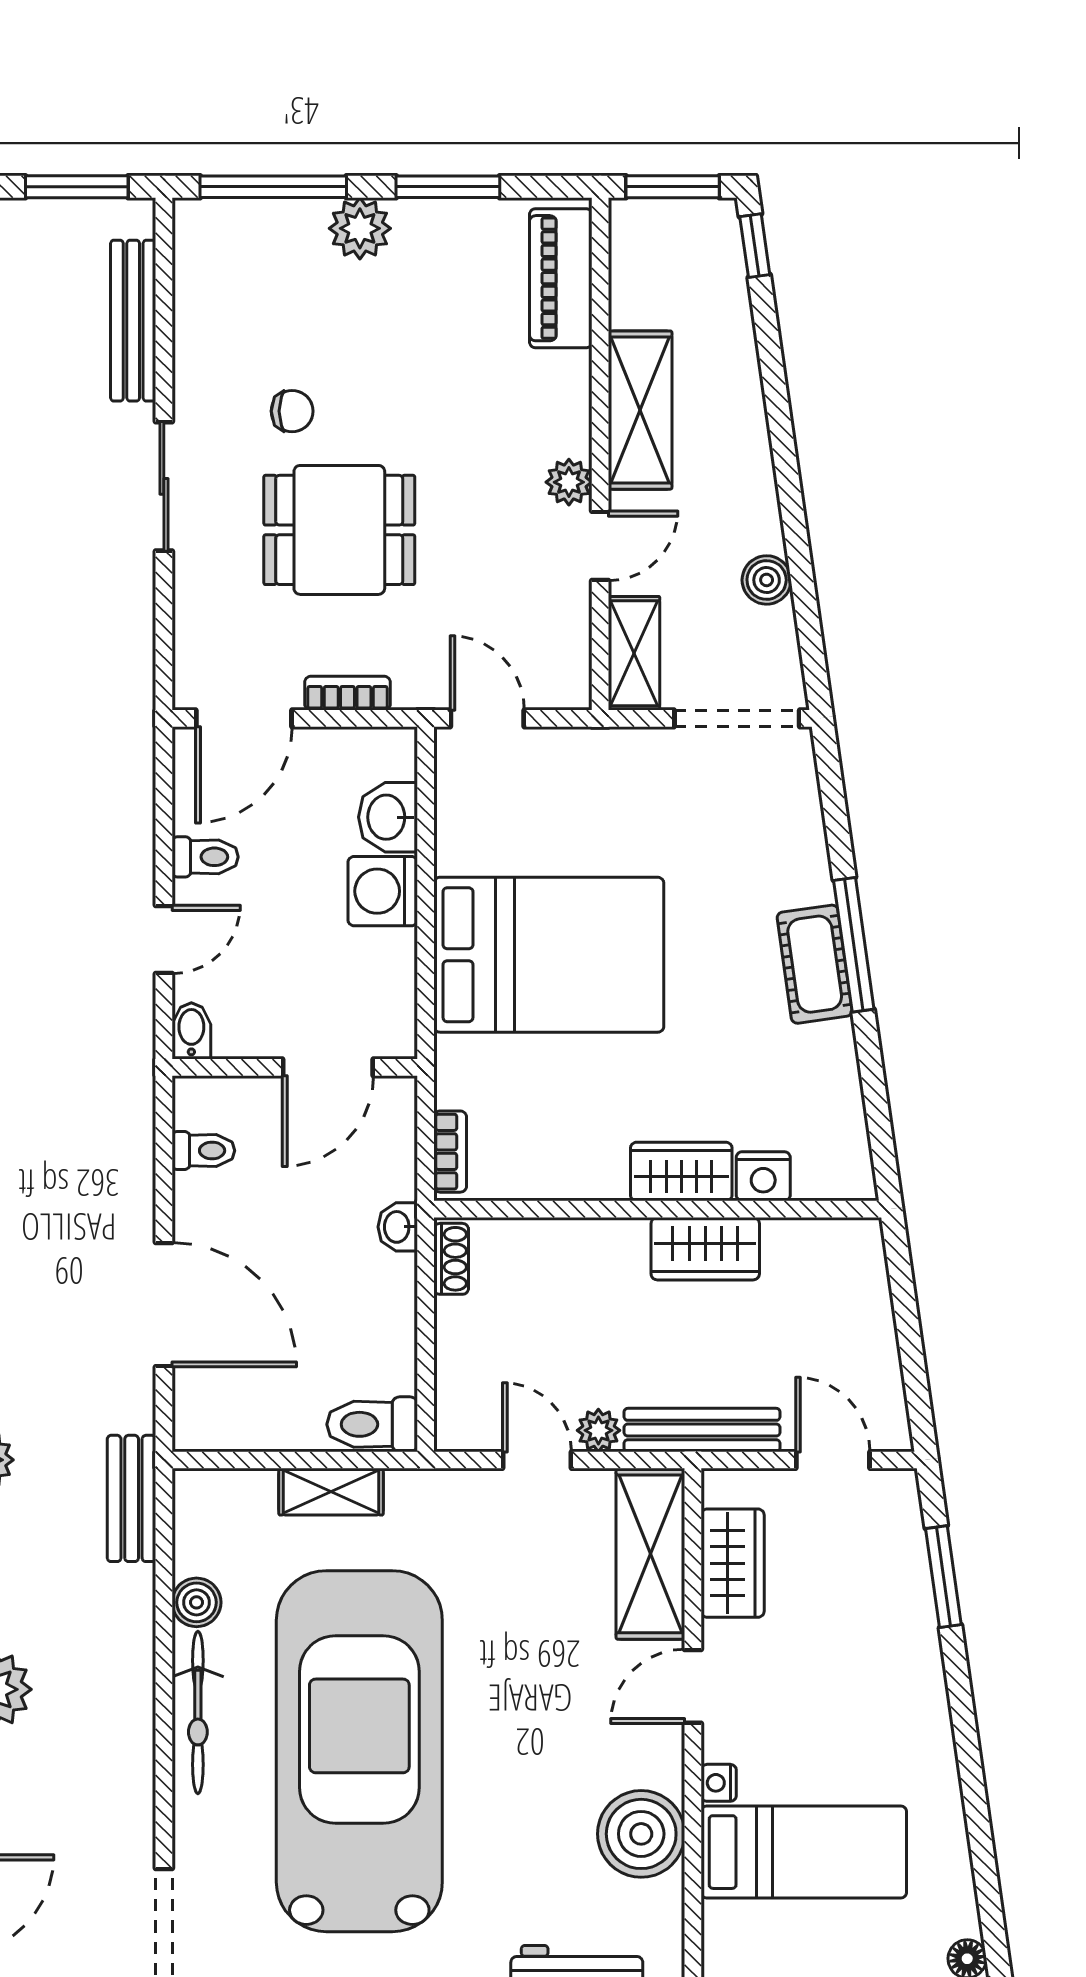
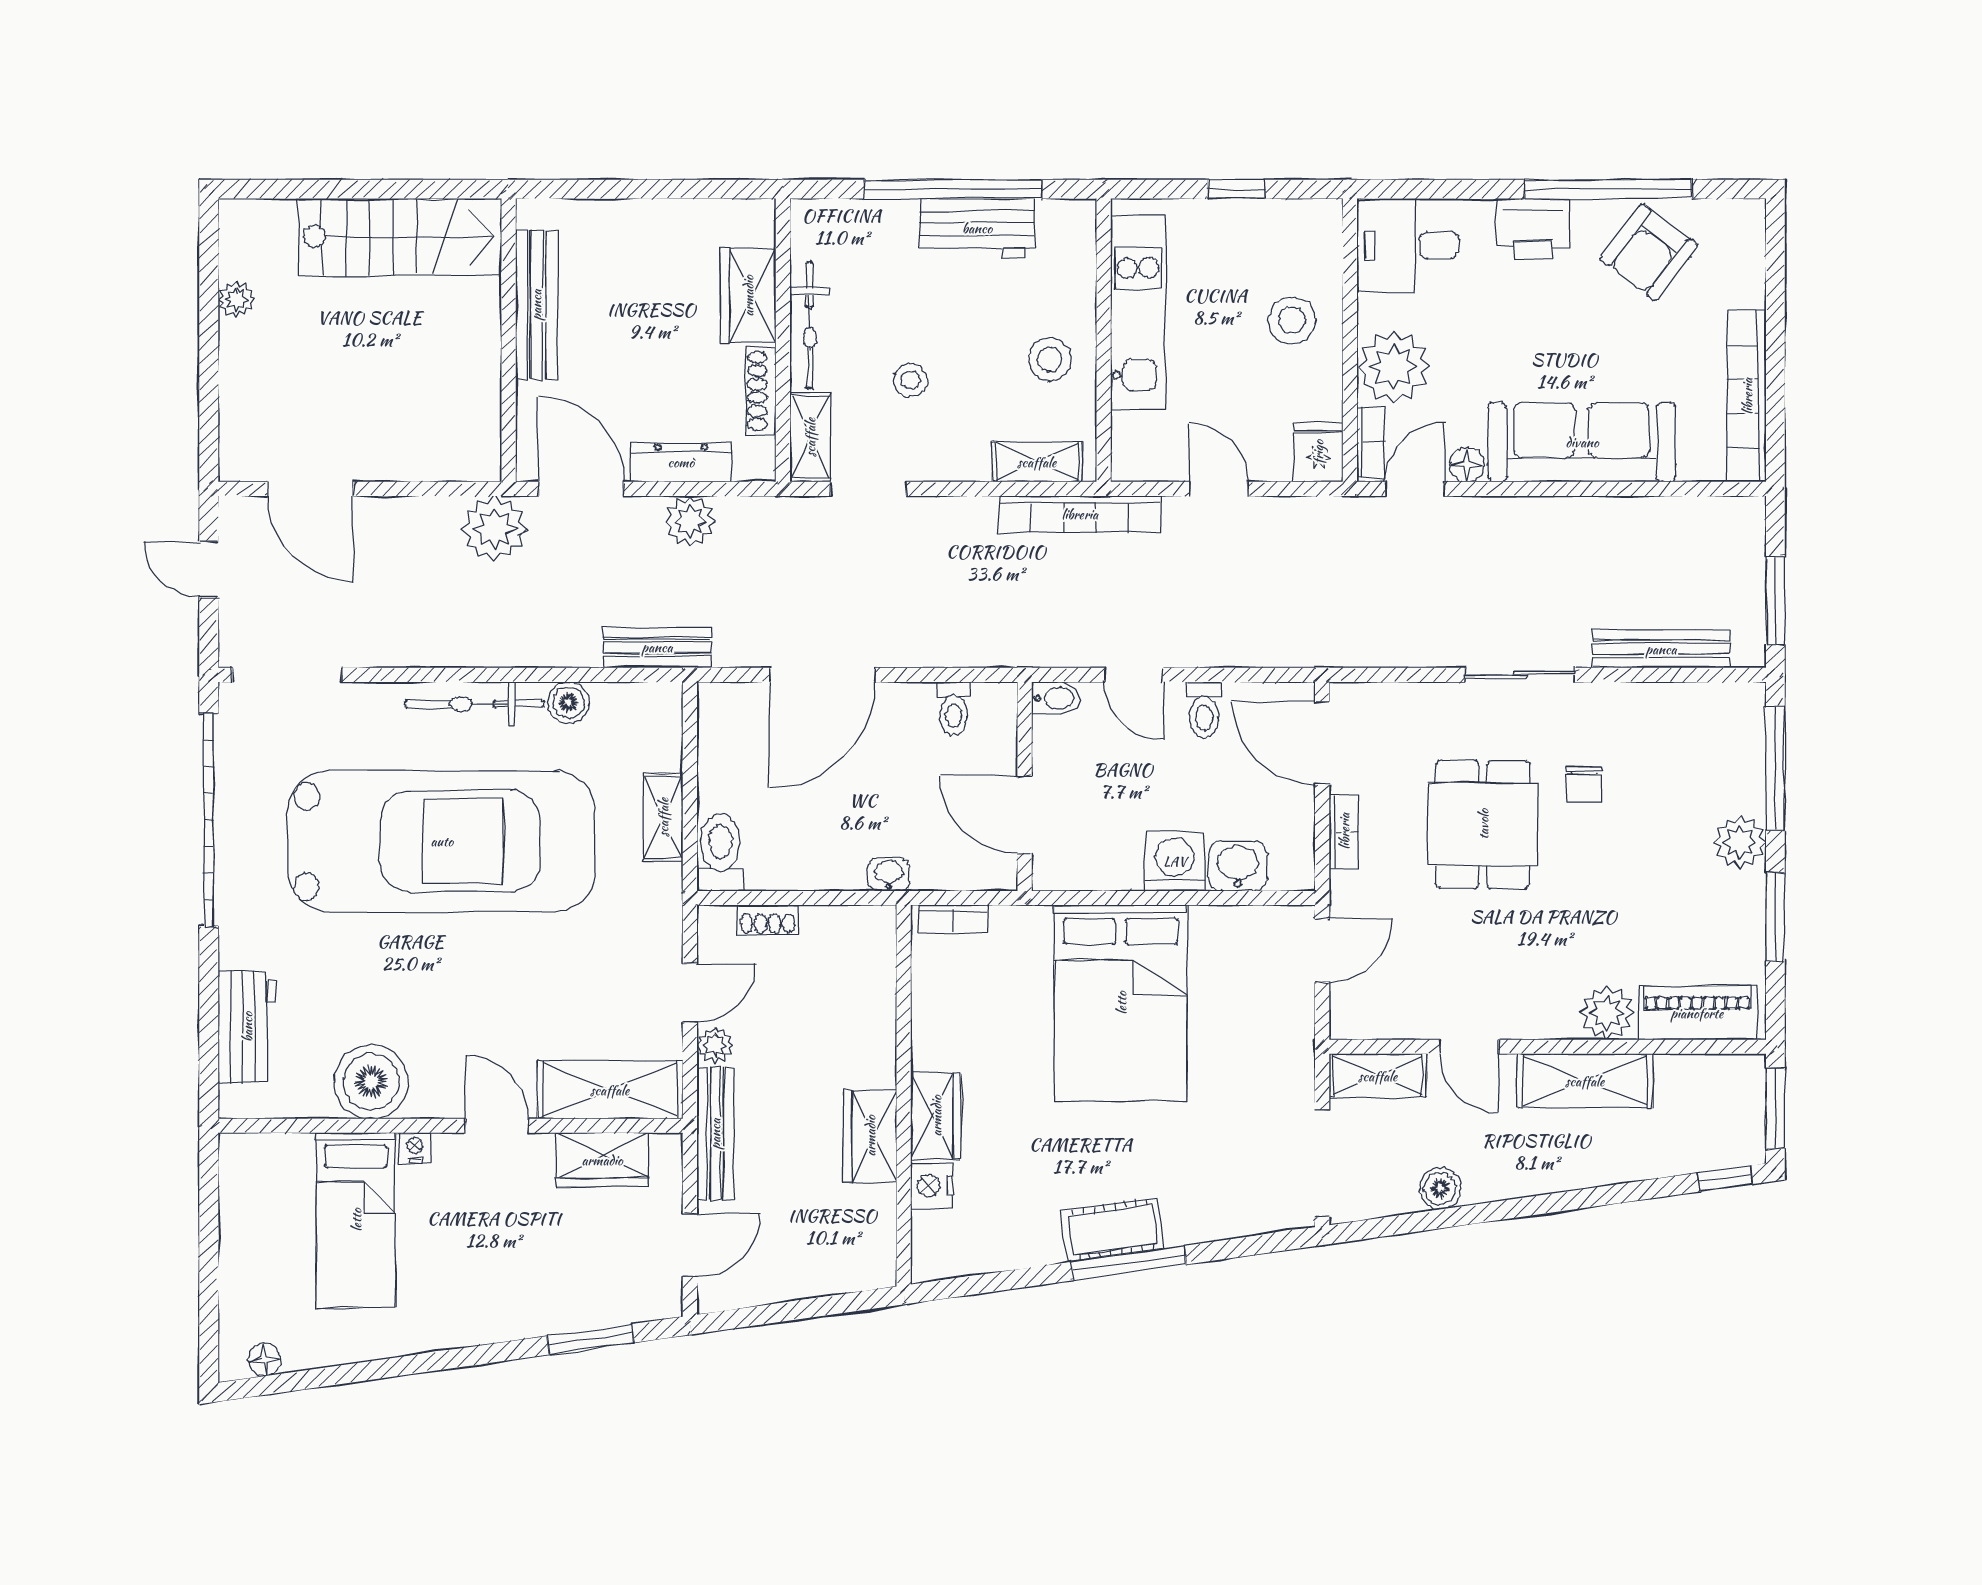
plant: (569, 482) -> (1607, 1013), moved, width x1.38, depth x1.38
shoe rack: (451, 1259) -> (768, 920), moved

